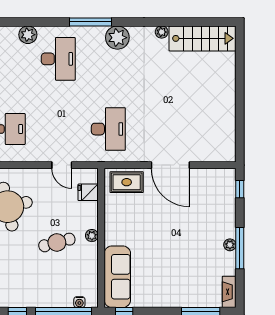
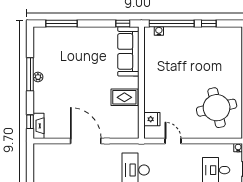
rug: (127, 182) -> (124, 97), moved
plant: (92, 236) -> (149, 84), removed
cafe table: (57, 242) -> (177, 79), removed
fireplace: (229, 292) -> (39, 126), moved

